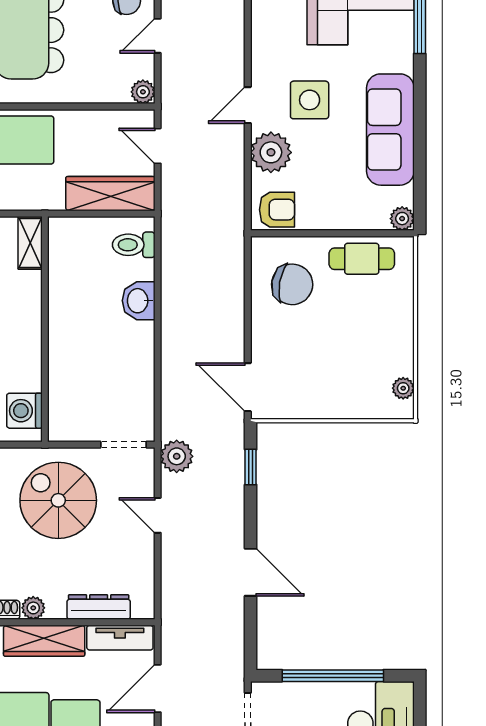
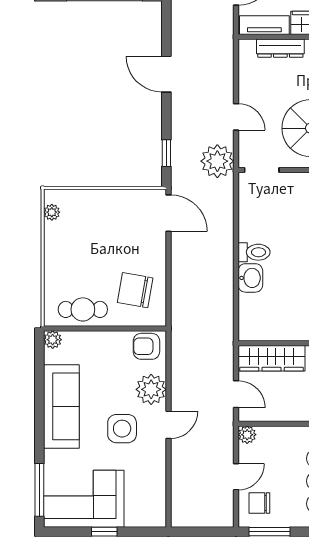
toilet: (134, 245) -> (254, 252), moved
plant: (177, 456) -> (217, 161), width x1.36, depth x1.36

